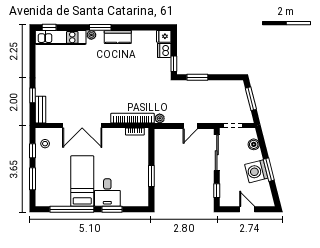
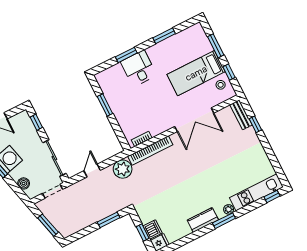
window: (174, 64) -> (143, 232), moved
plant: (160, 118) -> (123, 169), width x1.87, depth x1.87
double door: (82, 125) -> (194, 120), swing flipped
bed: (82, 181) -> (196, 73), moved, turned 90
window: (72, 209) -> (164, 36), width x0.47

